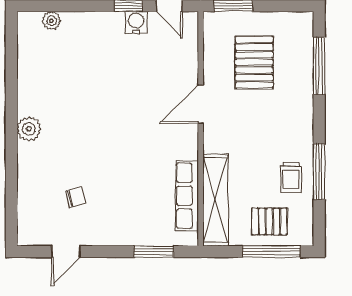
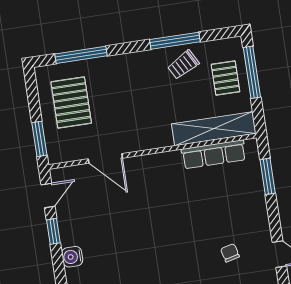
water cooler: (136, 22) -> (72, 257), moved
pallet: (254, 62) -> (71, 103), moved, turned 90
door: (201, 104) -> (105, 158), moved
trolley: (291, 177) -> (183, 65), turned 151

